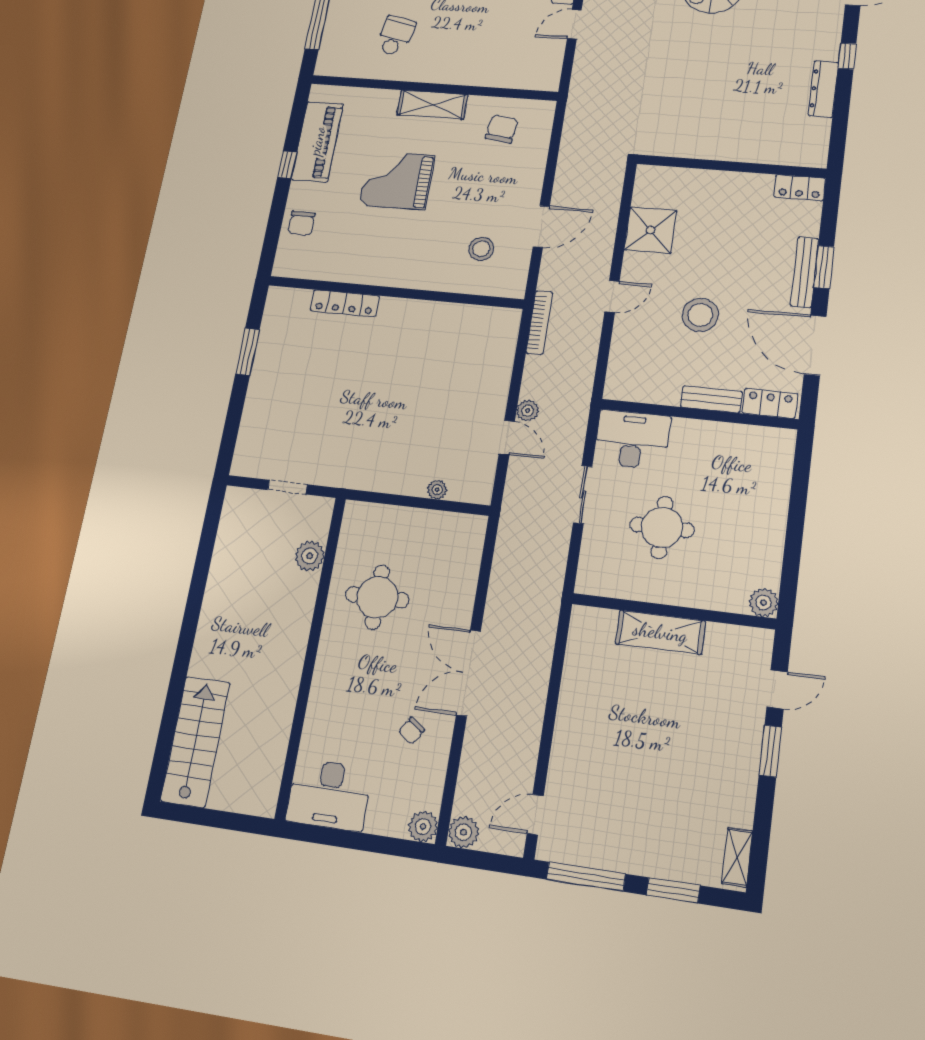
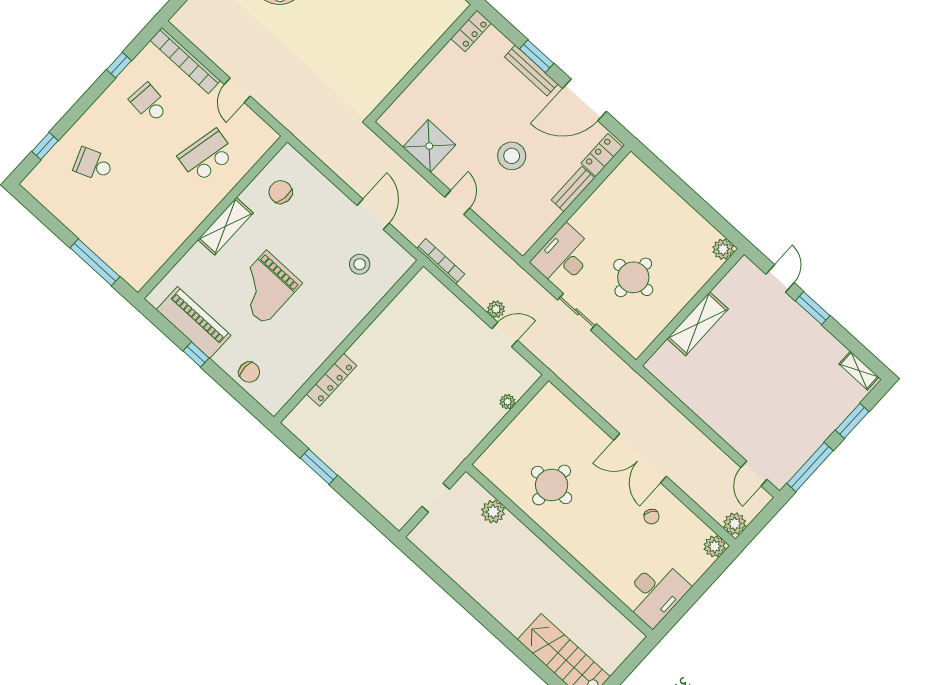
school desk: (395, 36) -> (207, 156), moved, width x1.85

